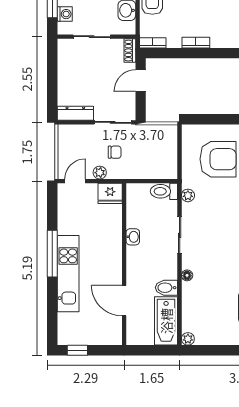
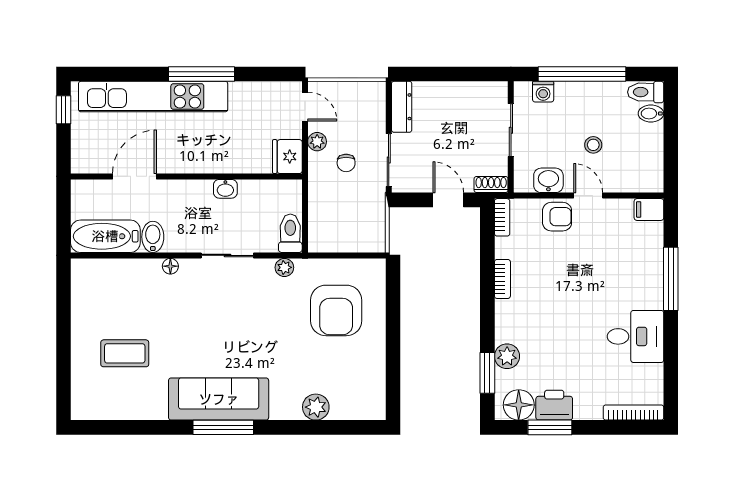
kitchen unit: (68, 274) -> (153, 97), width x1.36
plant: (188, 339) -> (80, 267), removed

